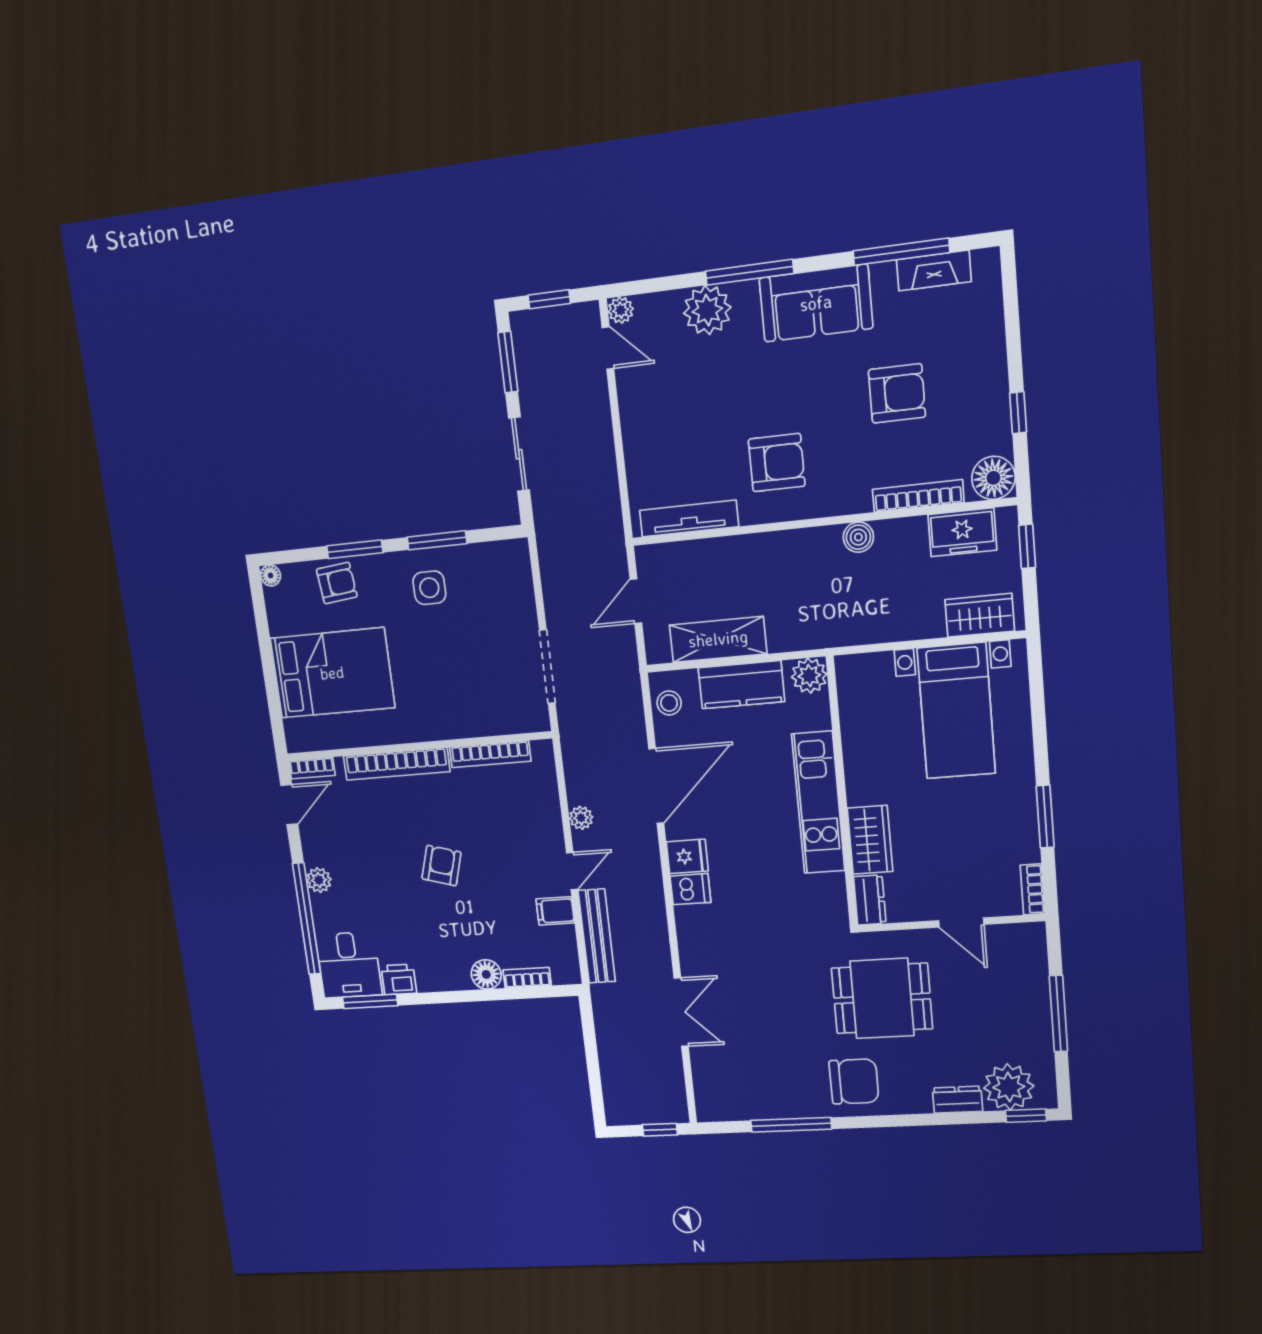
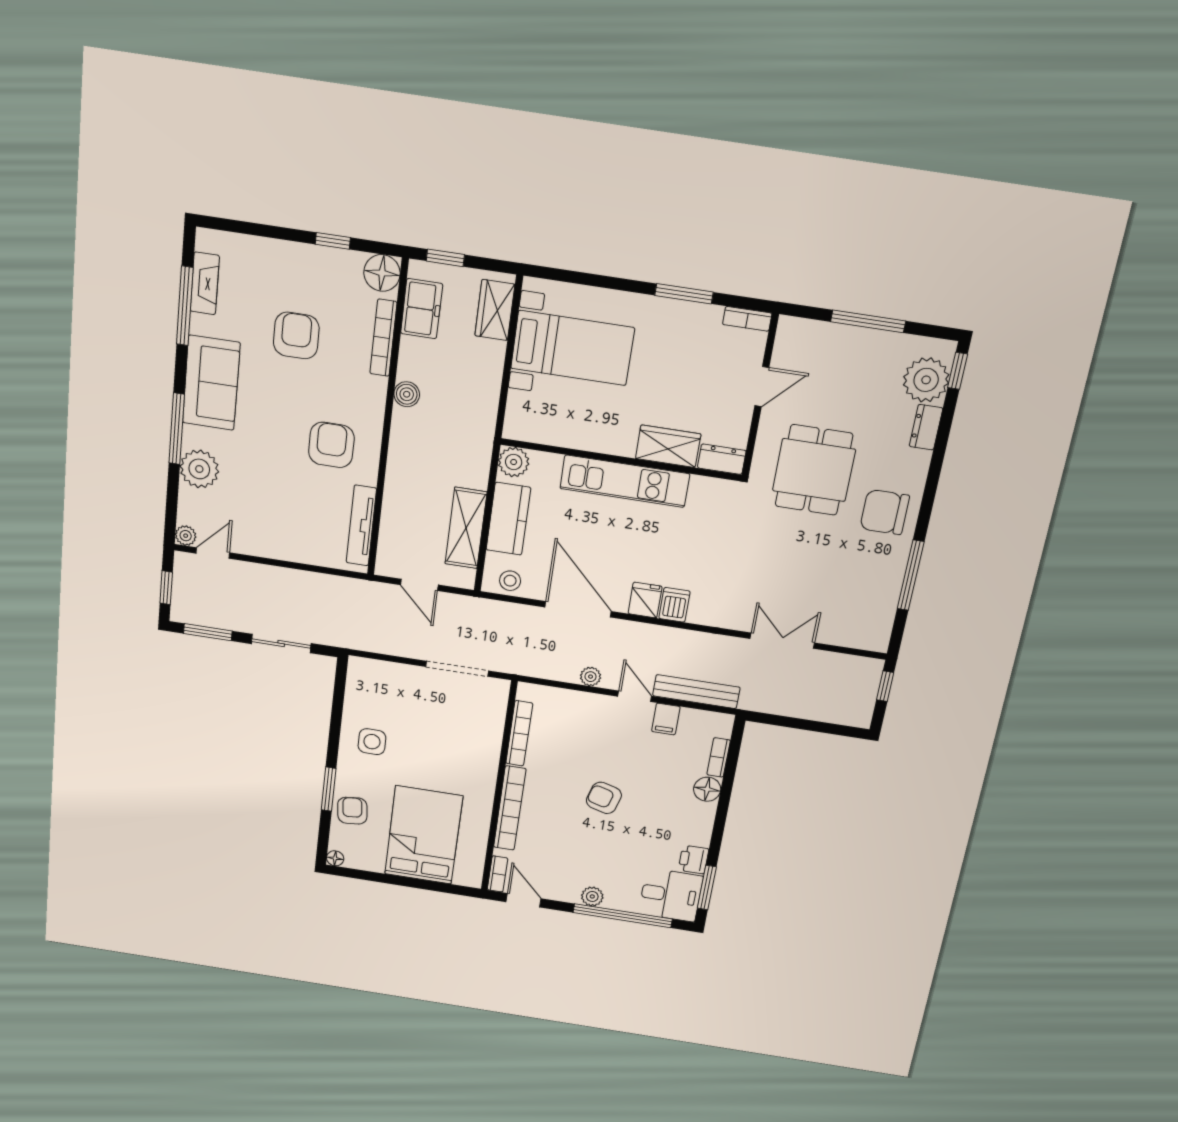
window: (437, 540) -> (336, 725), removed
chair: (854, 1081) -> (885, 512), turned -90

